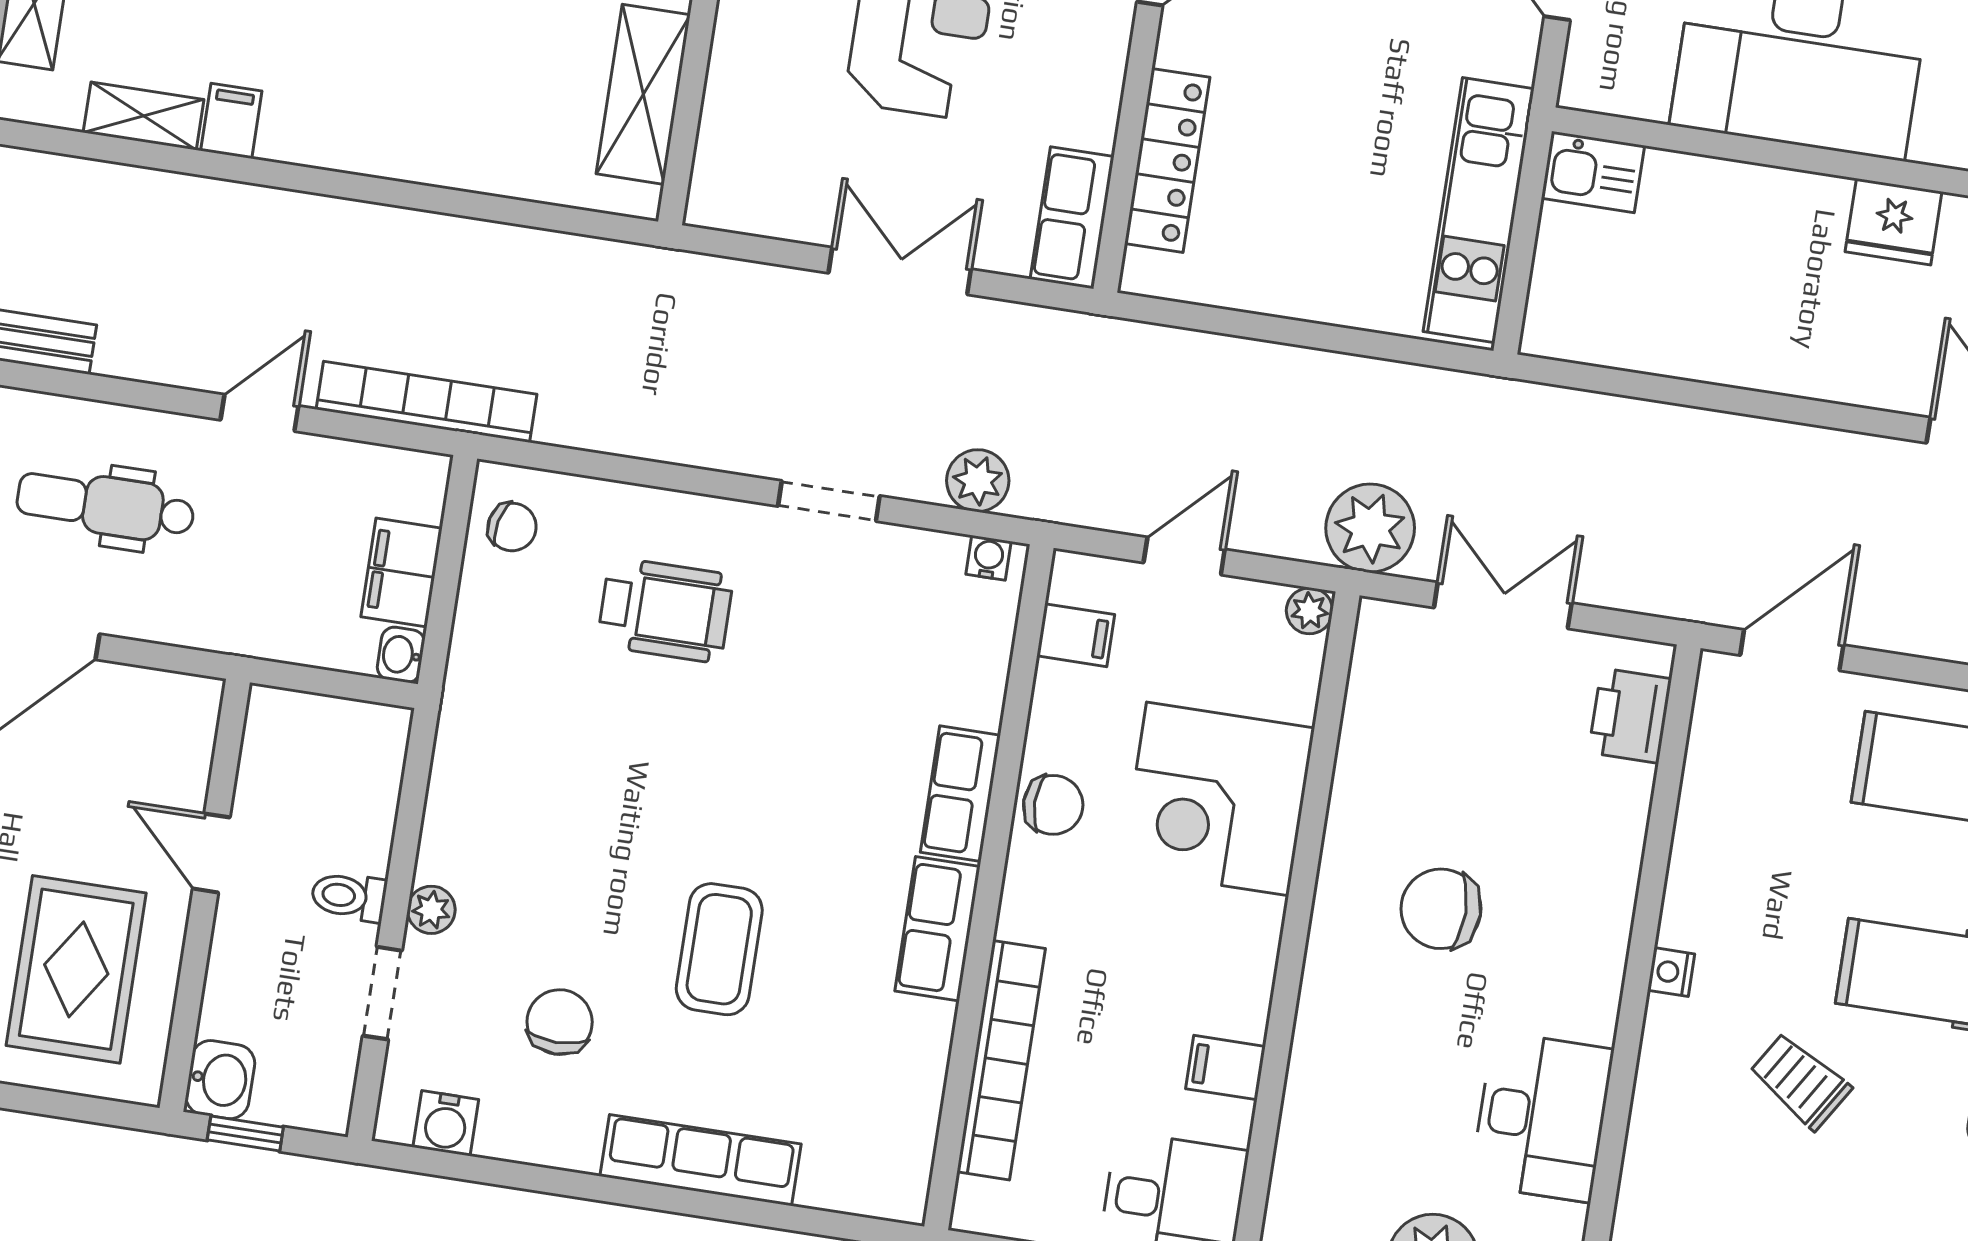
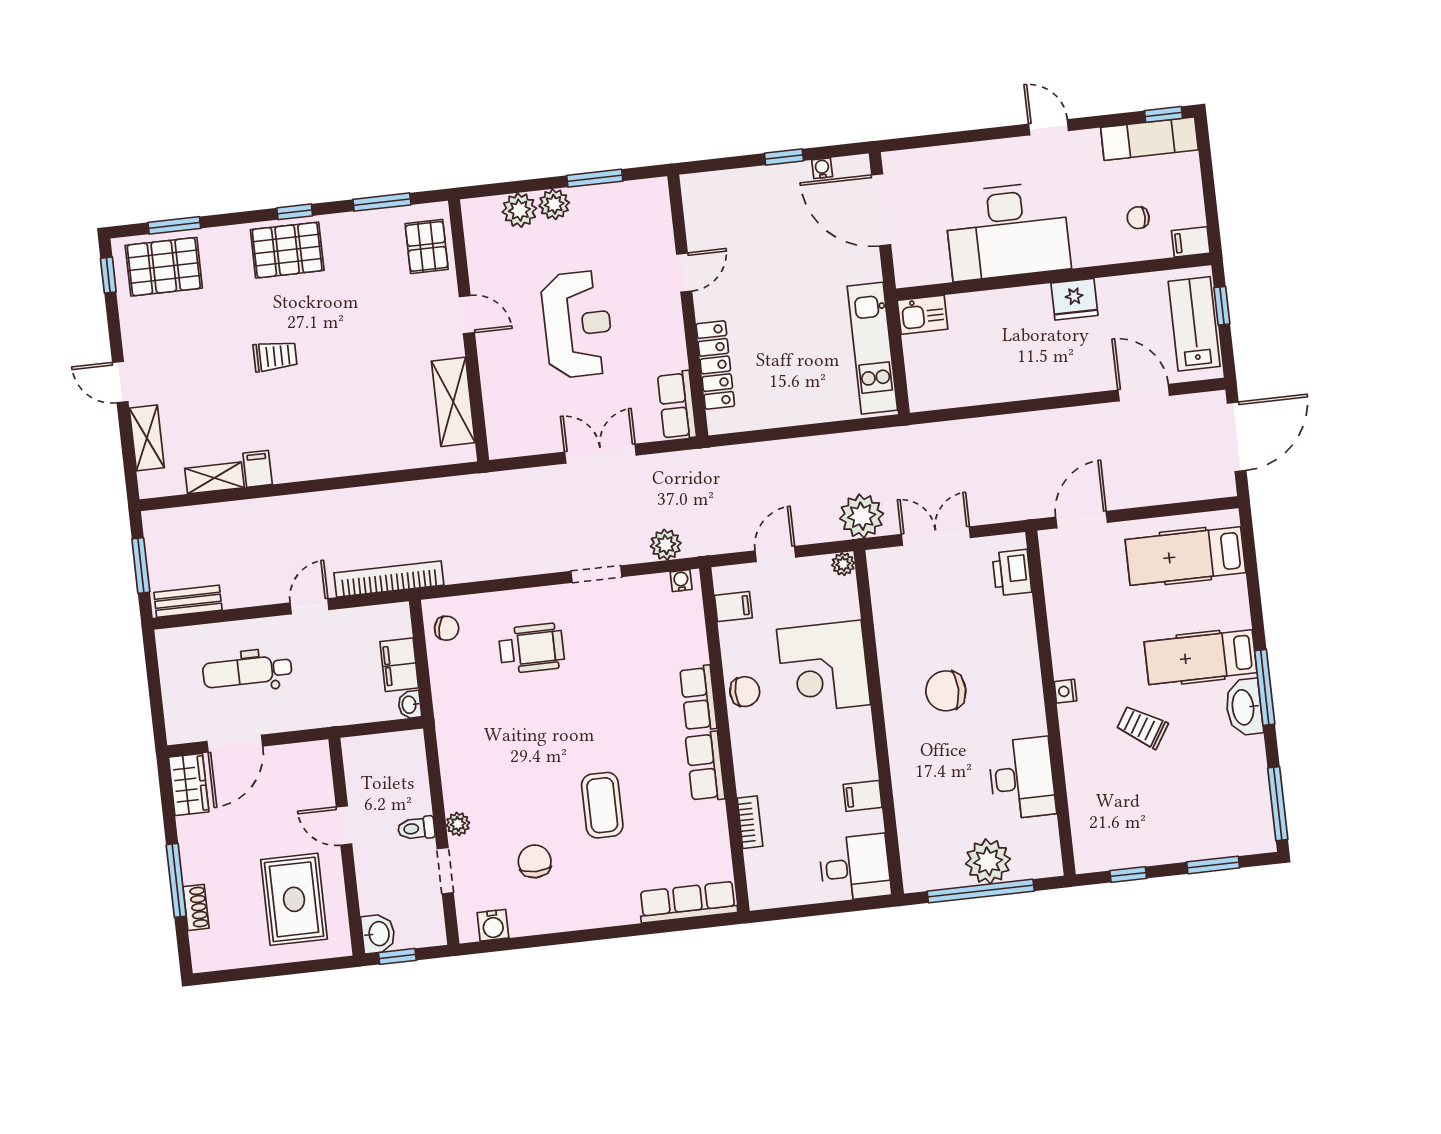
bookcase: (1001, 1060) -> (750, 822), width x0.43, depth x0.76
row of seats: (701, 1160) -> (688, 902), moved

